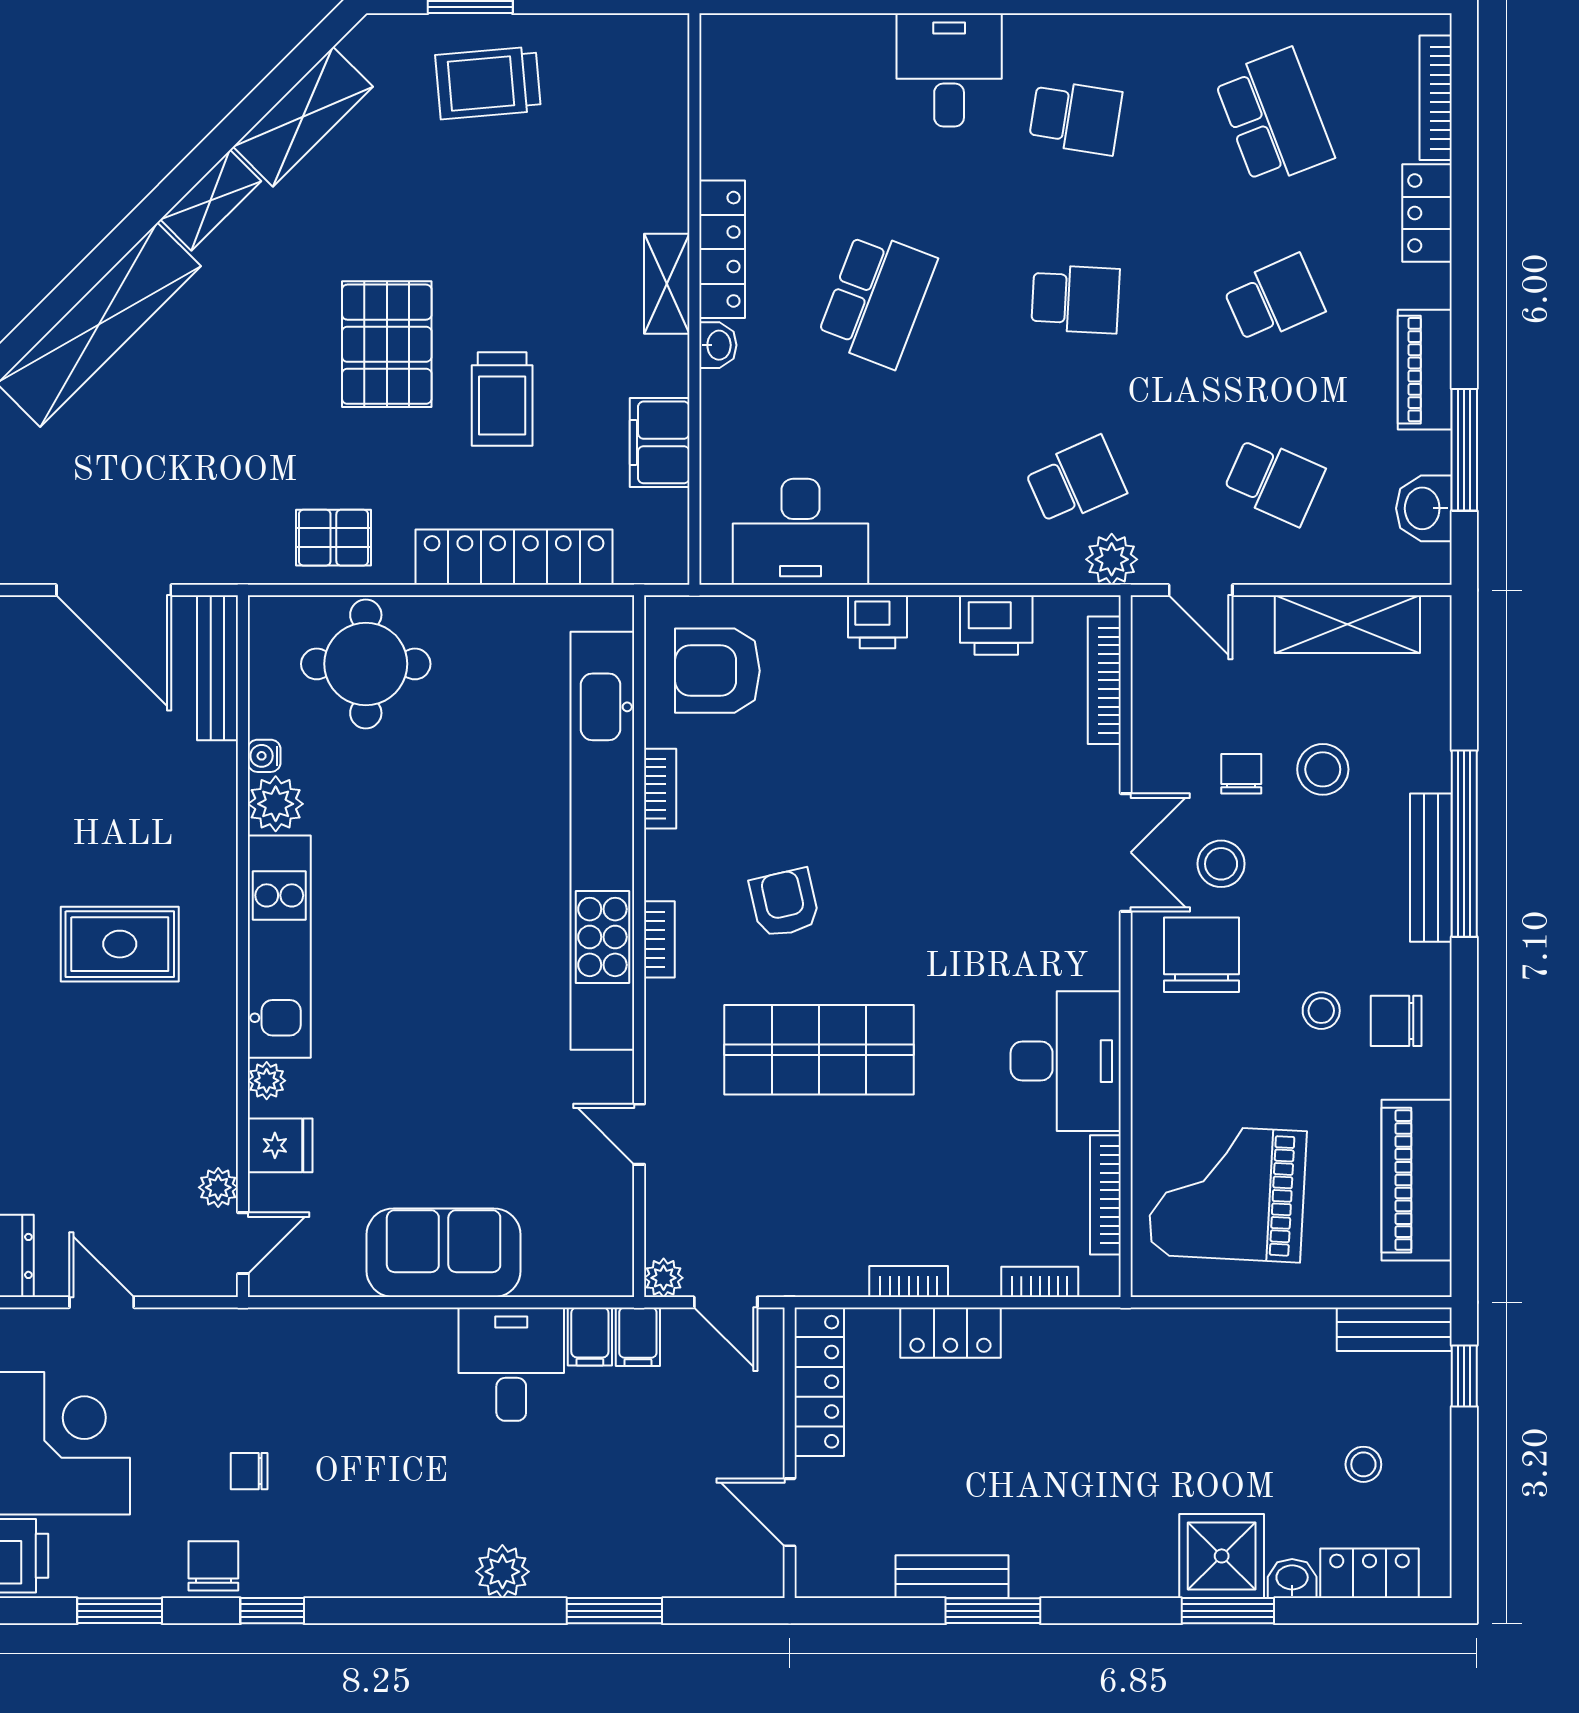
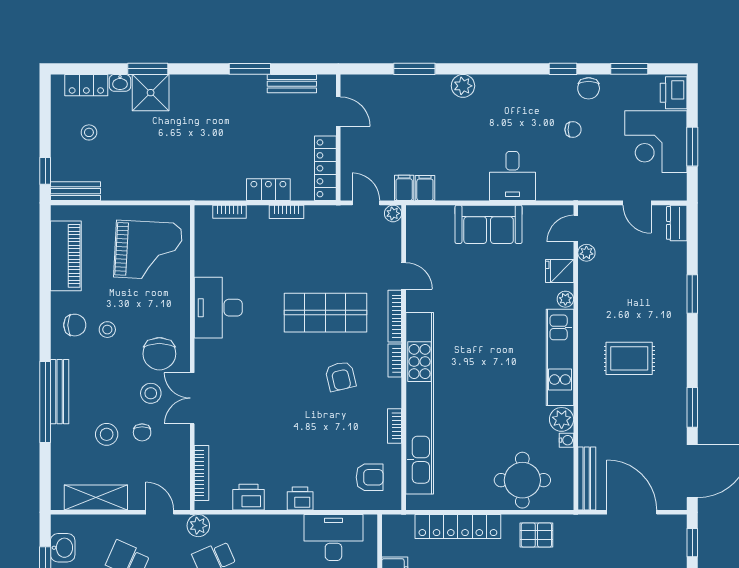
armchair: (717, 671) -> (370, 477), width x0.72, depth x0.72
bookcase: (1105, 1195) -> (395, 316), moved, turned 180
desk: (511, 1364) -> (512, 176), moved
bench: (952, 1577) -> (292, 84), moved

